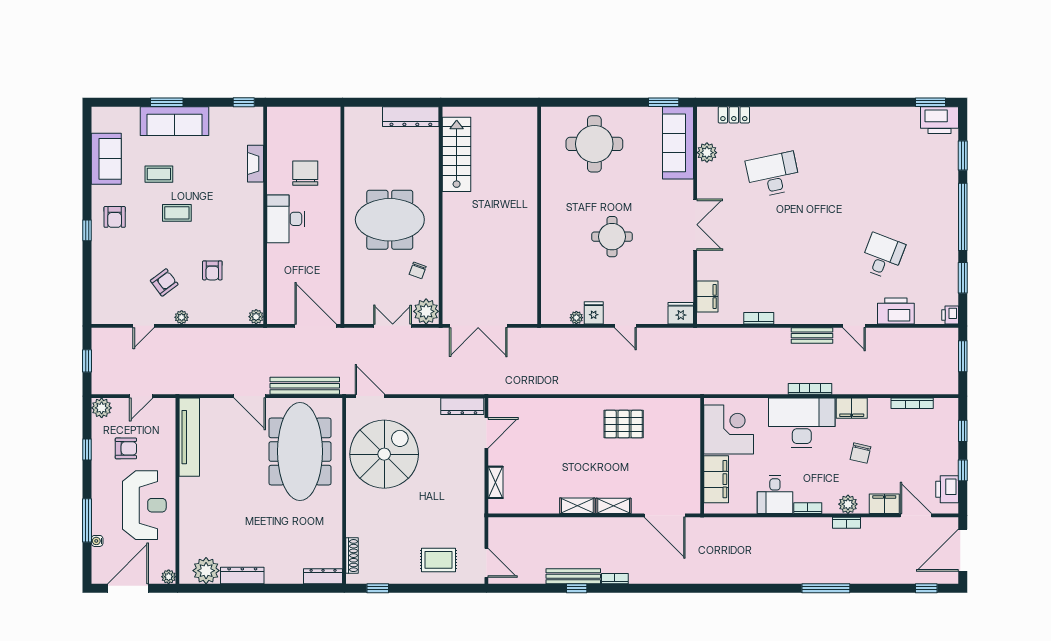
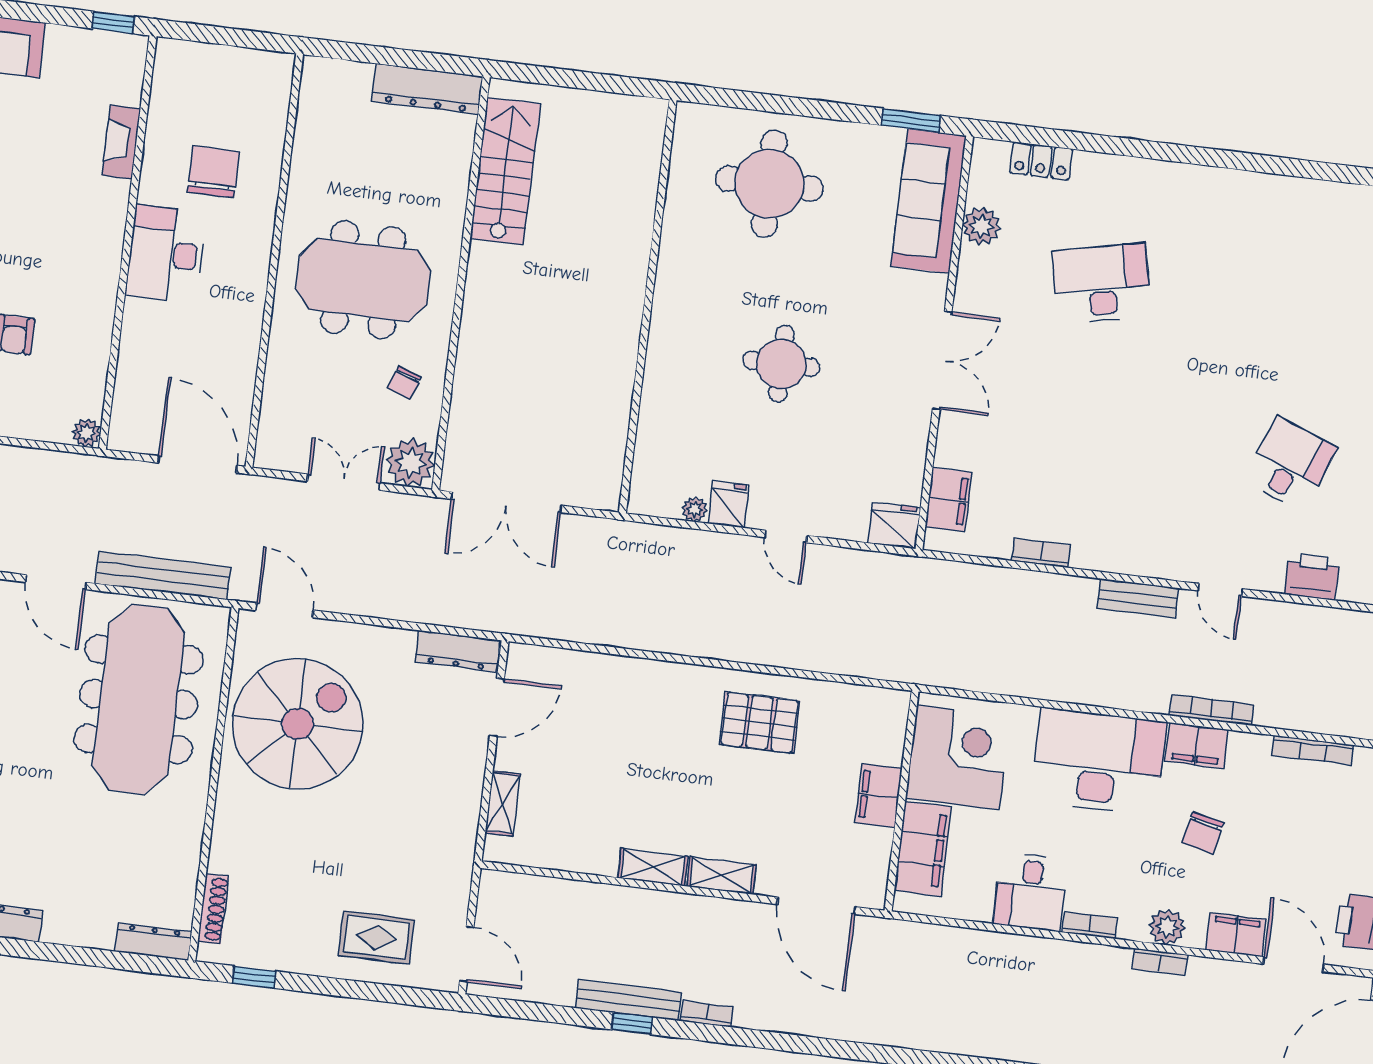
printer: (896, 311) -> (1312, 576), width x0.73, depth x0.84
bookcase: (810, 389) -> (1212, 710), moved
filing cabinet: (690, 454) -> (879, 796), added

